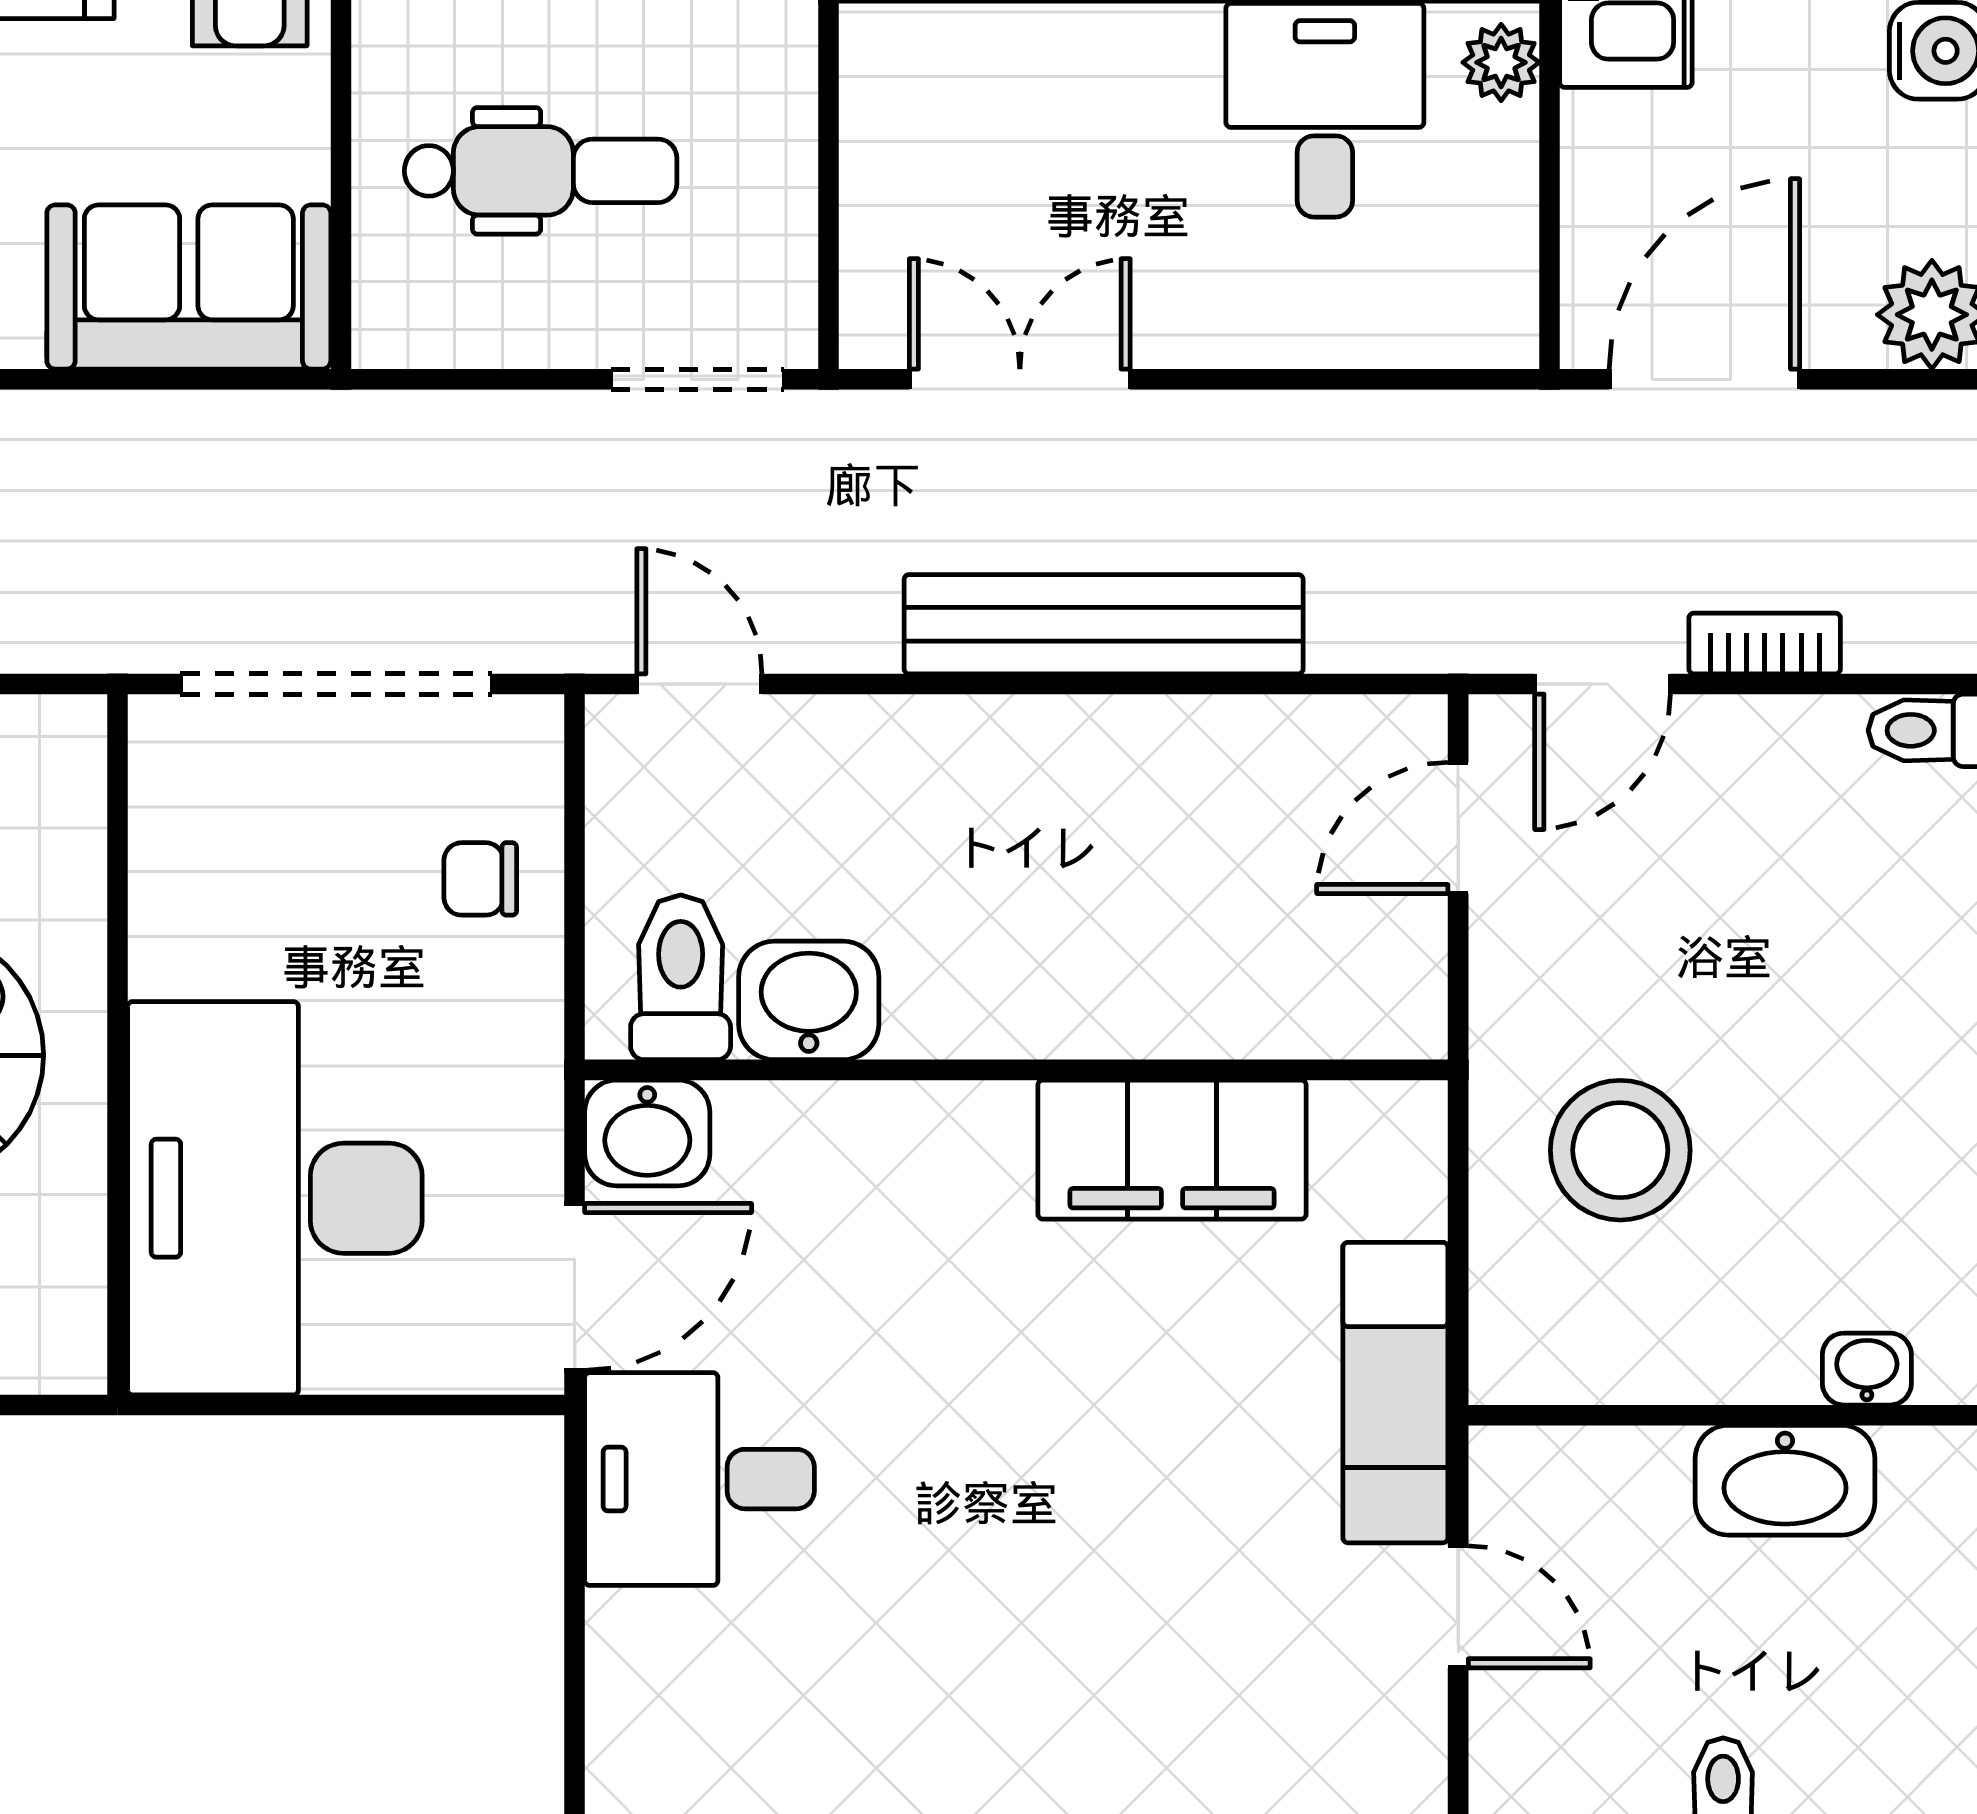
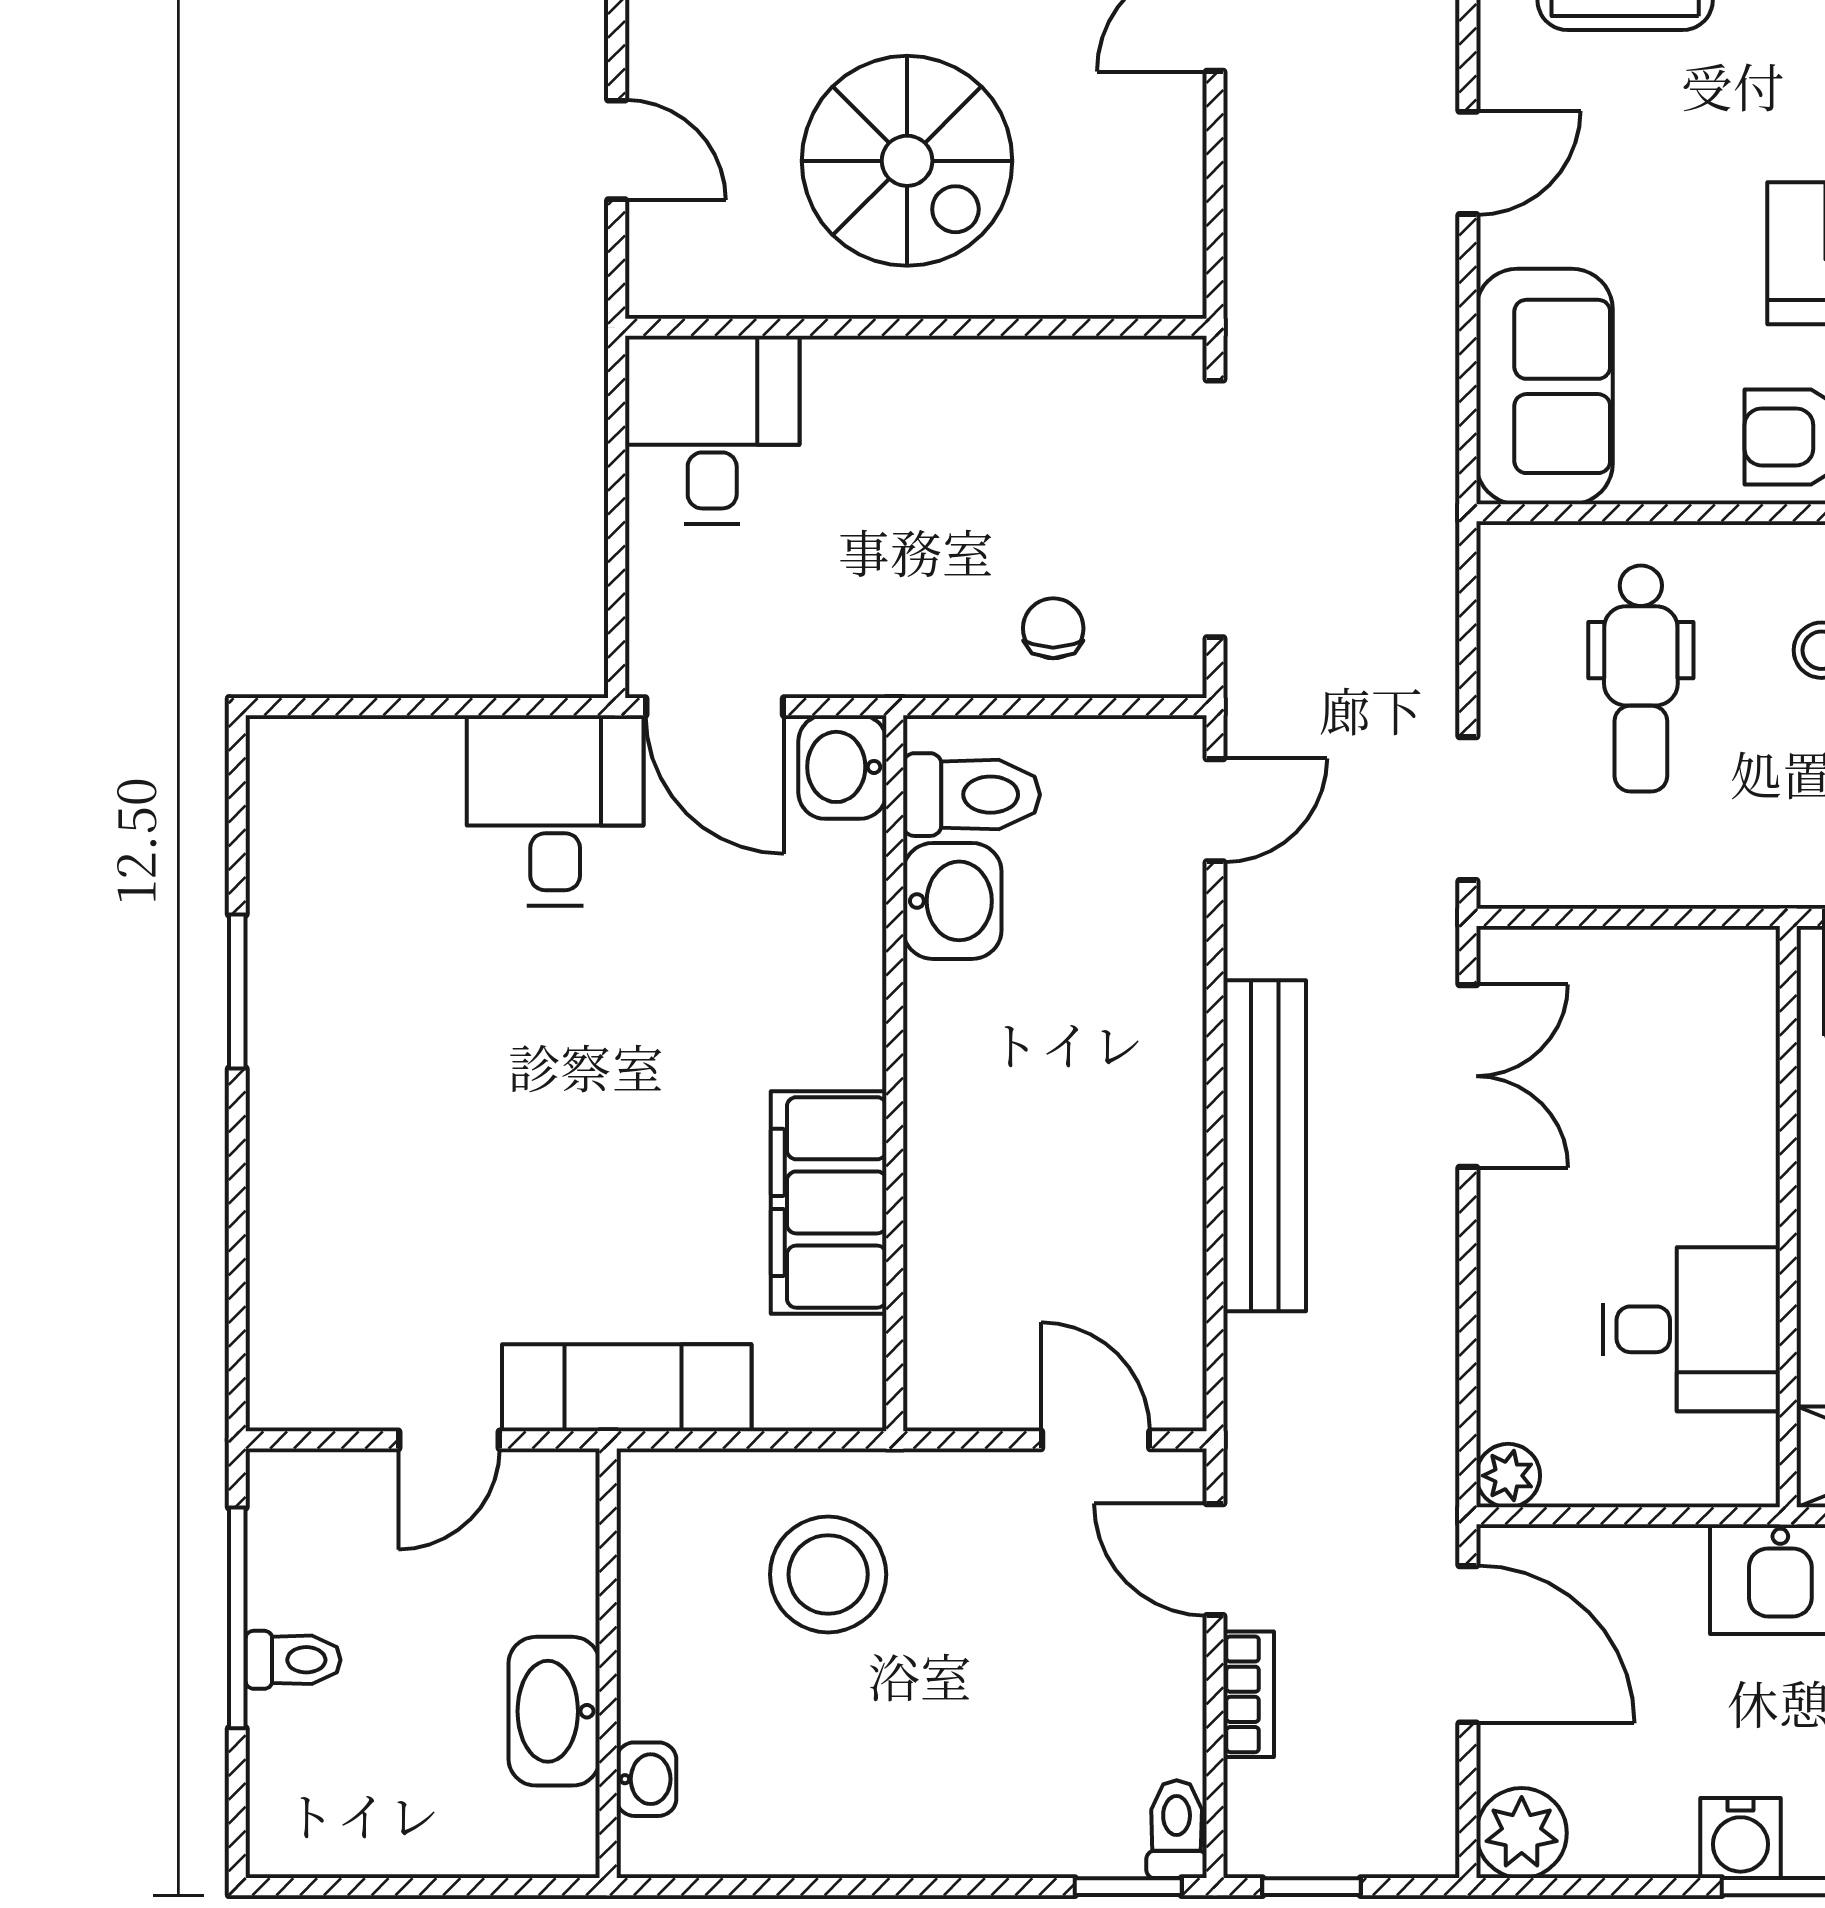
plant: (1501, 62) -> (1508, 1476), moved
desk: (275, 1198) -> (712, 430), width x0.53, depth x0.77

